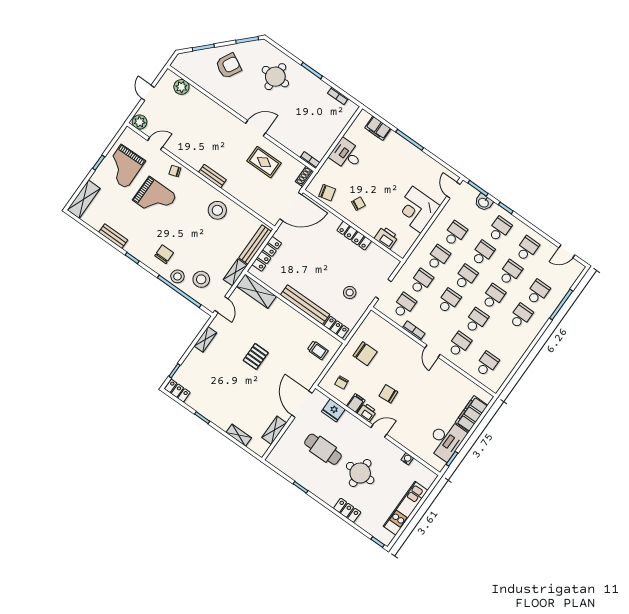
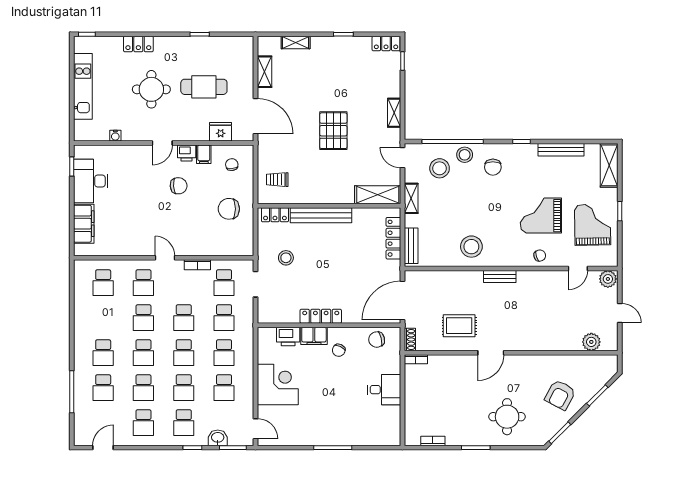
filing cabinet: (378, 128) -> (314, 336), moved, turned 180
bench: (113, 236) -> (561, 150), width x1.36
bench: (255, 245) -> (411, 246), width x0.73
pallet: (256, 356) -> (333, 131), width x1.50, depth x1.42

